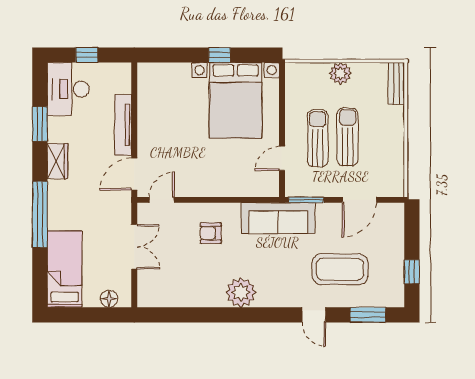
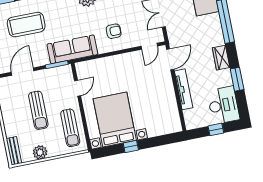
plant: (340, 73) -> (40, 152), moved
sun lounger: (318, 138) -> (70, 128), moved

